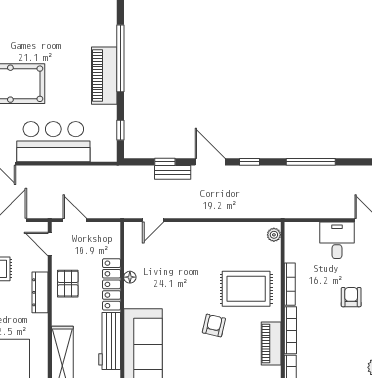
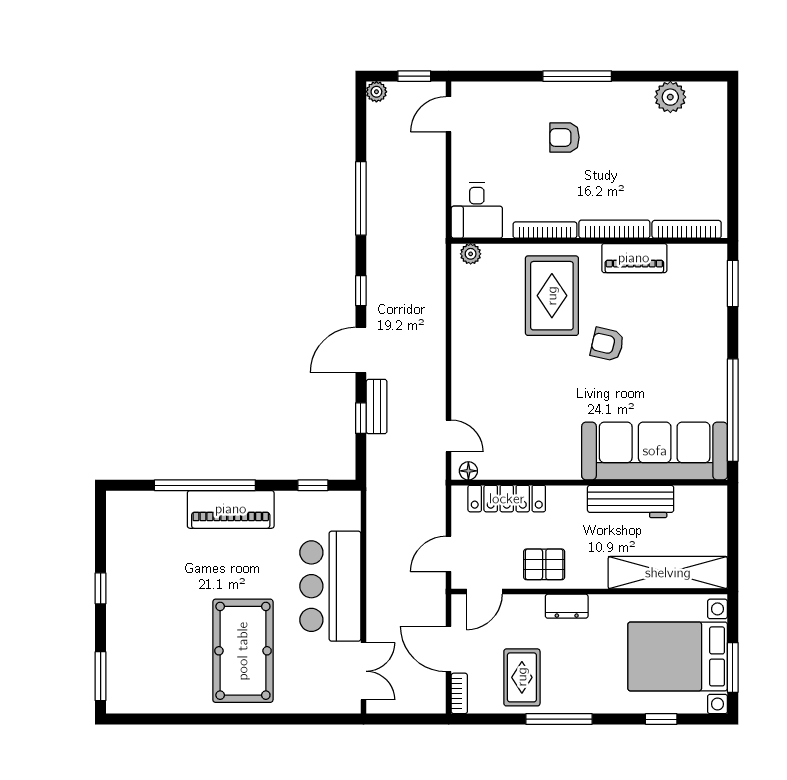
desk: (337, 240) -> (477, 211), moved, turned -90
floor lamp: (130, 277) -> (468, 471), moved
locker: (112, 284) -> (507, 499), moved
dresser: (40, 292) -> (567, 606), width x0.70

